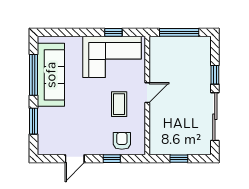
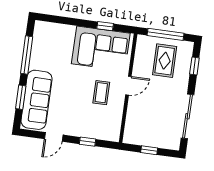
rug: (182, 60) -> (165, 61), added
sofa: (51, 75) -> (37, 100), moved
window: (215, 75) -> (194, 66), moved
armchair: (122, 141) -> (99, 127), removed

